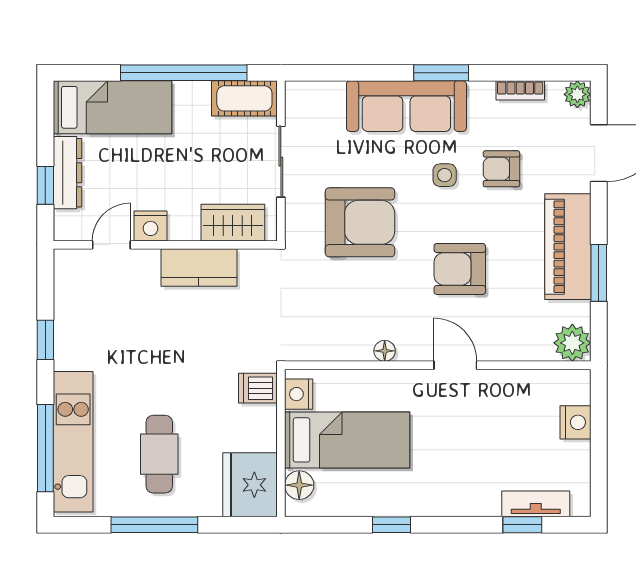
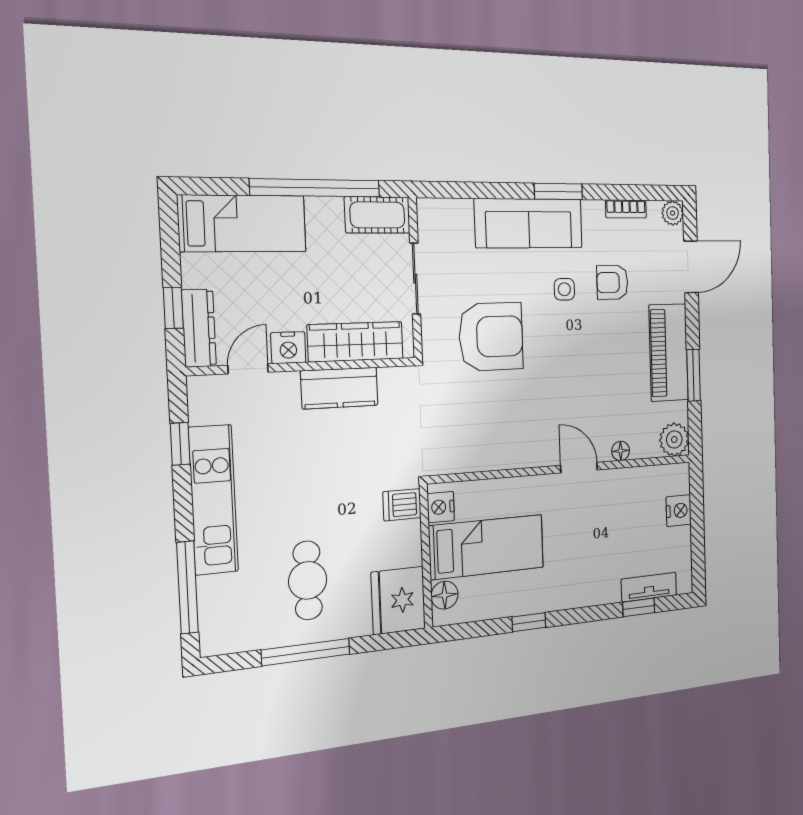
dresser: (68, 173) -> (199, 328), moved
wardrobe: (233, 223) -> (356, 342), width x1.50
armchair: (460, 269) -> (580, 377), removed
window: (45, 340) -> (180, 444), moved
floor lamp: (385, 351) -> (621, 451), moved
kitchen unit: (73, 442) -> (213, 500), moved

